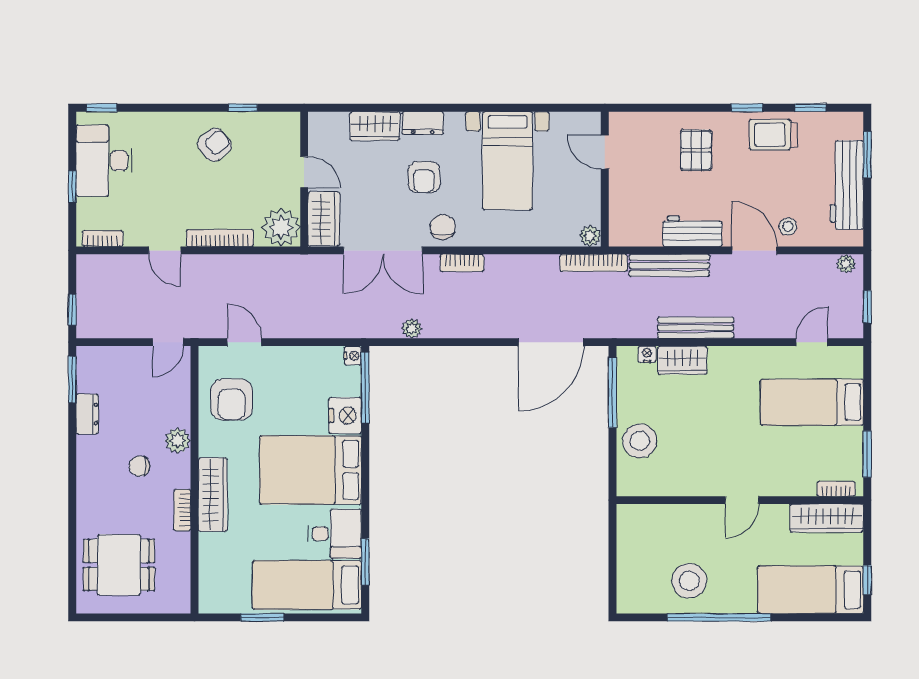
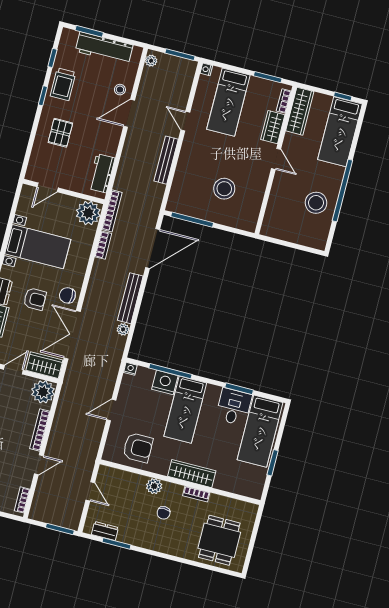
pallet: (696, 150) -> (60, 133), turned 90
workbench: (692, 231) -> (102, 173), moved
plant: (590, 236) -> (88, 213), width x1.88, depth x1.88
double door: (383, 250) -> (72, 335), swing flipped
bookcase: (462, 263) -> (103, 245), moved
bench: (669, 265) -> (130, 298), moved
window: (867, 307) -> (180, 55), width x1.50
window: (72, 310) -> (60, 529), width x1.50
door: (168, 342) -> (90, 491), moved
door: (244, 342) -> (111, 410), moved
door: (551, 342) -> (153, 248), hinge flipped
door: (812, 342) -> (185, 121), moved
nightstand: (647, 354) -> (206, 69), moved
wardrobe: (682, 360) -> (273, 127), moved, turned 180
window: (72, 380) -> (117, 544), moved
window: (365, 388) -> (170, 371), moved
dresser: (87, 414) -> (105, 531), moved
stool: (640, 441) -> (224, 189), moved
bed: (311, 470) -> (185, 410), width x0.67
window: (365, 562) -> (239, 389), moved

